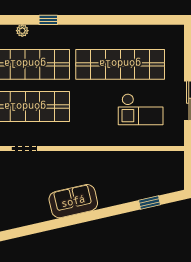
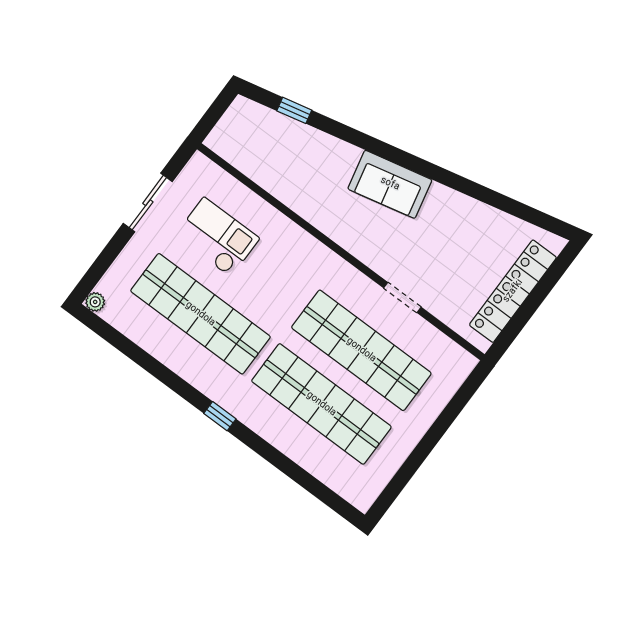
window: (48, 20) -> (220, 416), moved
plant: (22, 31) -> (95, 302), moved

